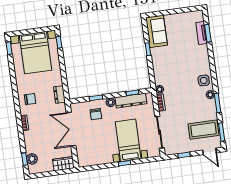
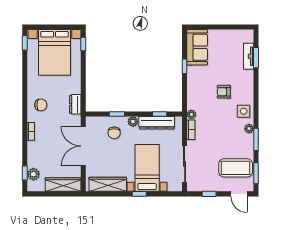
armchair: (184, 66) -> (224, 92), added
wardrobe: (96, 159) -> (108, 184), added
wardrobe: (64, 164) -> (63, 185), width x1.50

